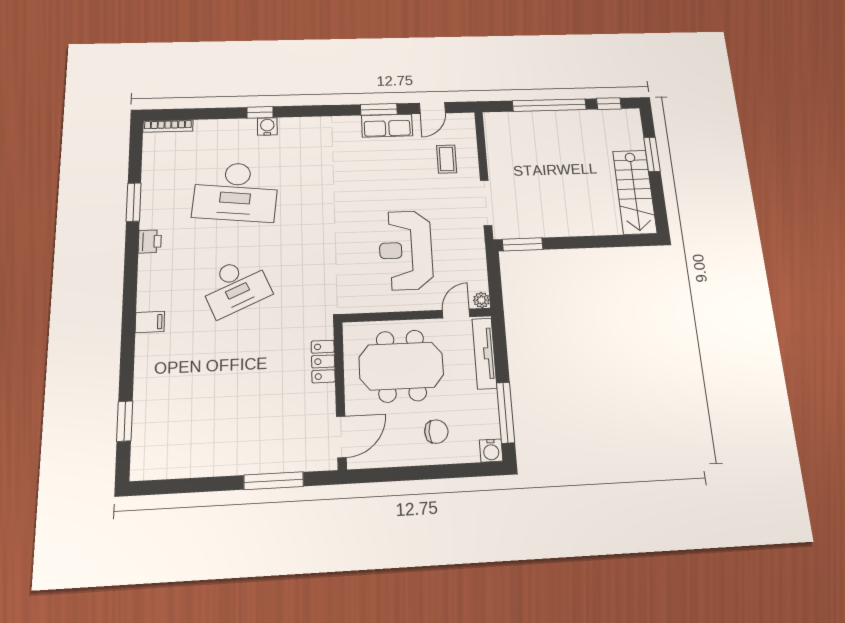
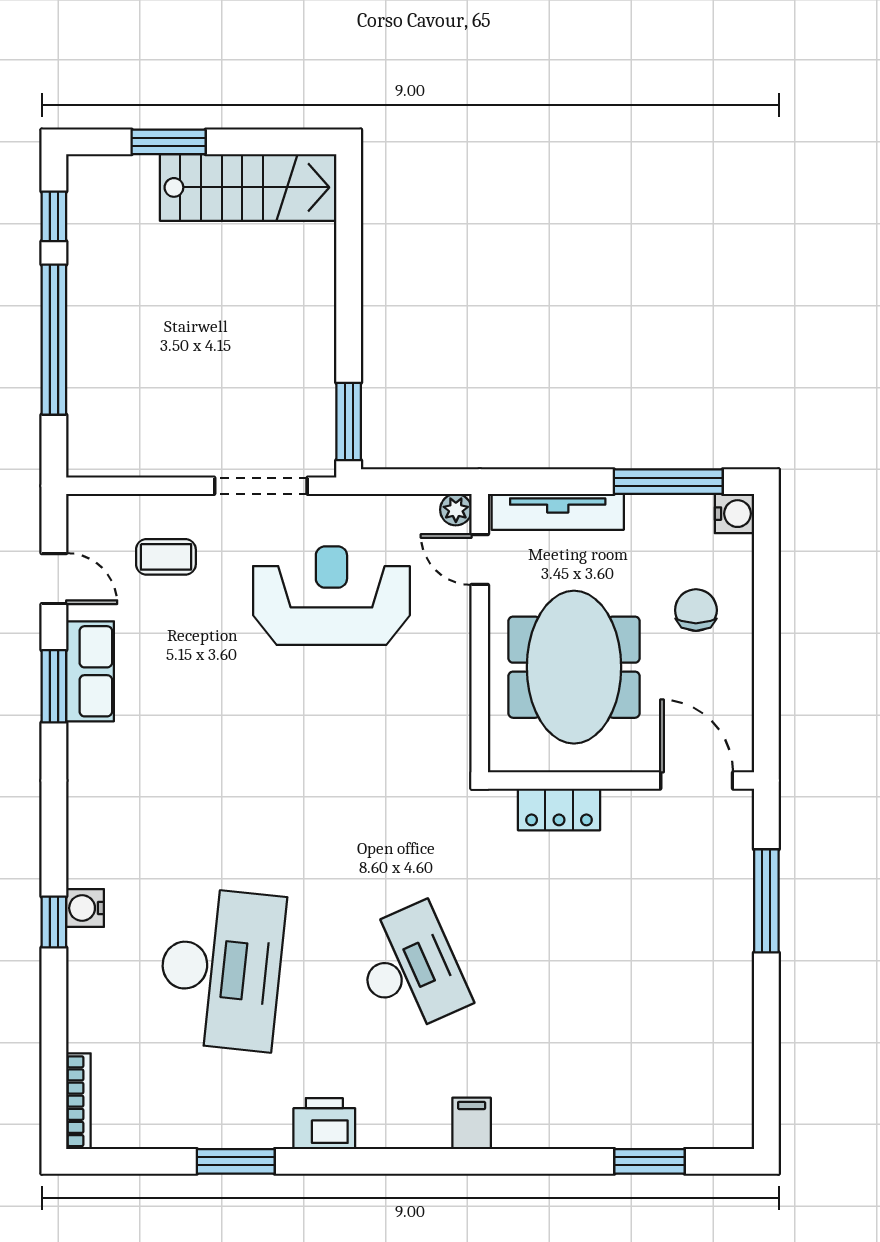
printer: (150, 241) -> (324, 1124), width x1.36, depth x1.24
reception desk: (406, 250) -> (331, 596), moved, turned 180

